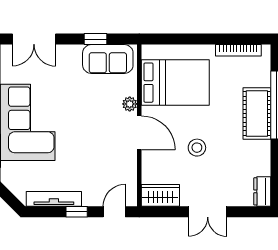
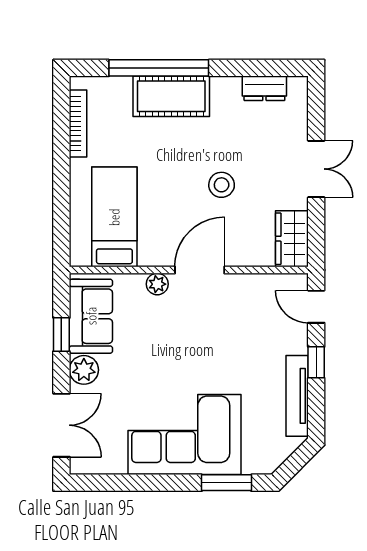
plant: (71, 54) -> (84, 370), added
bed: (175, 83) -> (114, 217), width x0.67
dresser: (262, 191) -> (264, 88), moved

